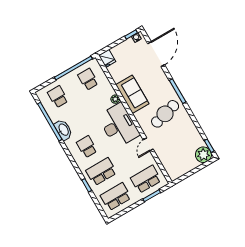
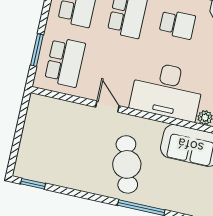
plant: (203, 155) -> (28, 166), removed

